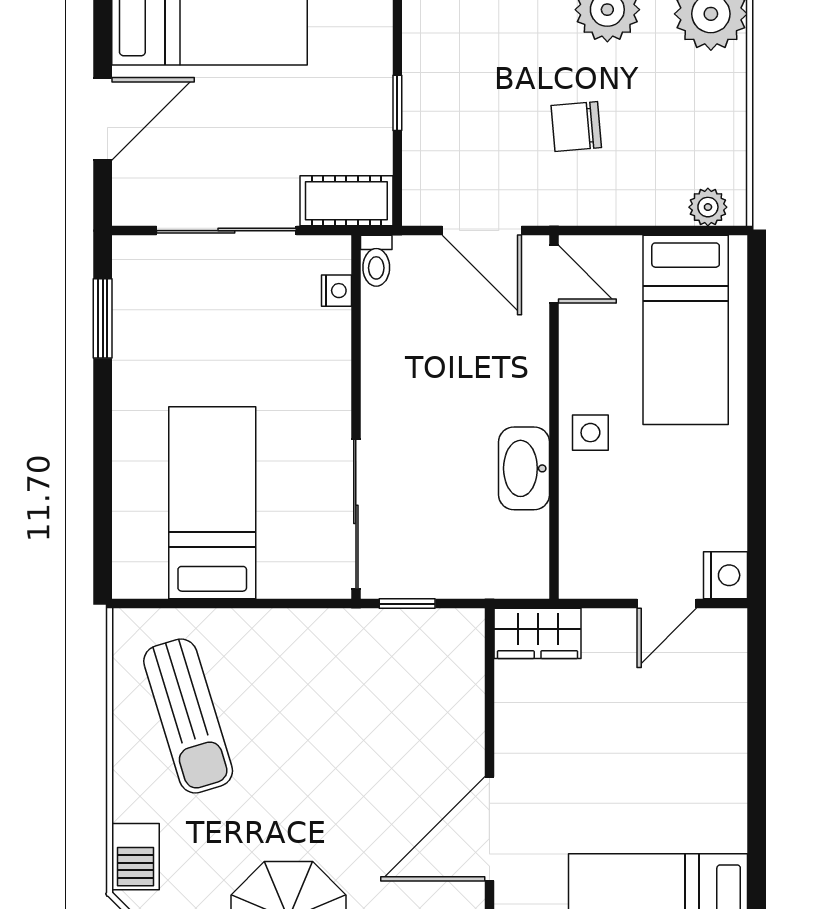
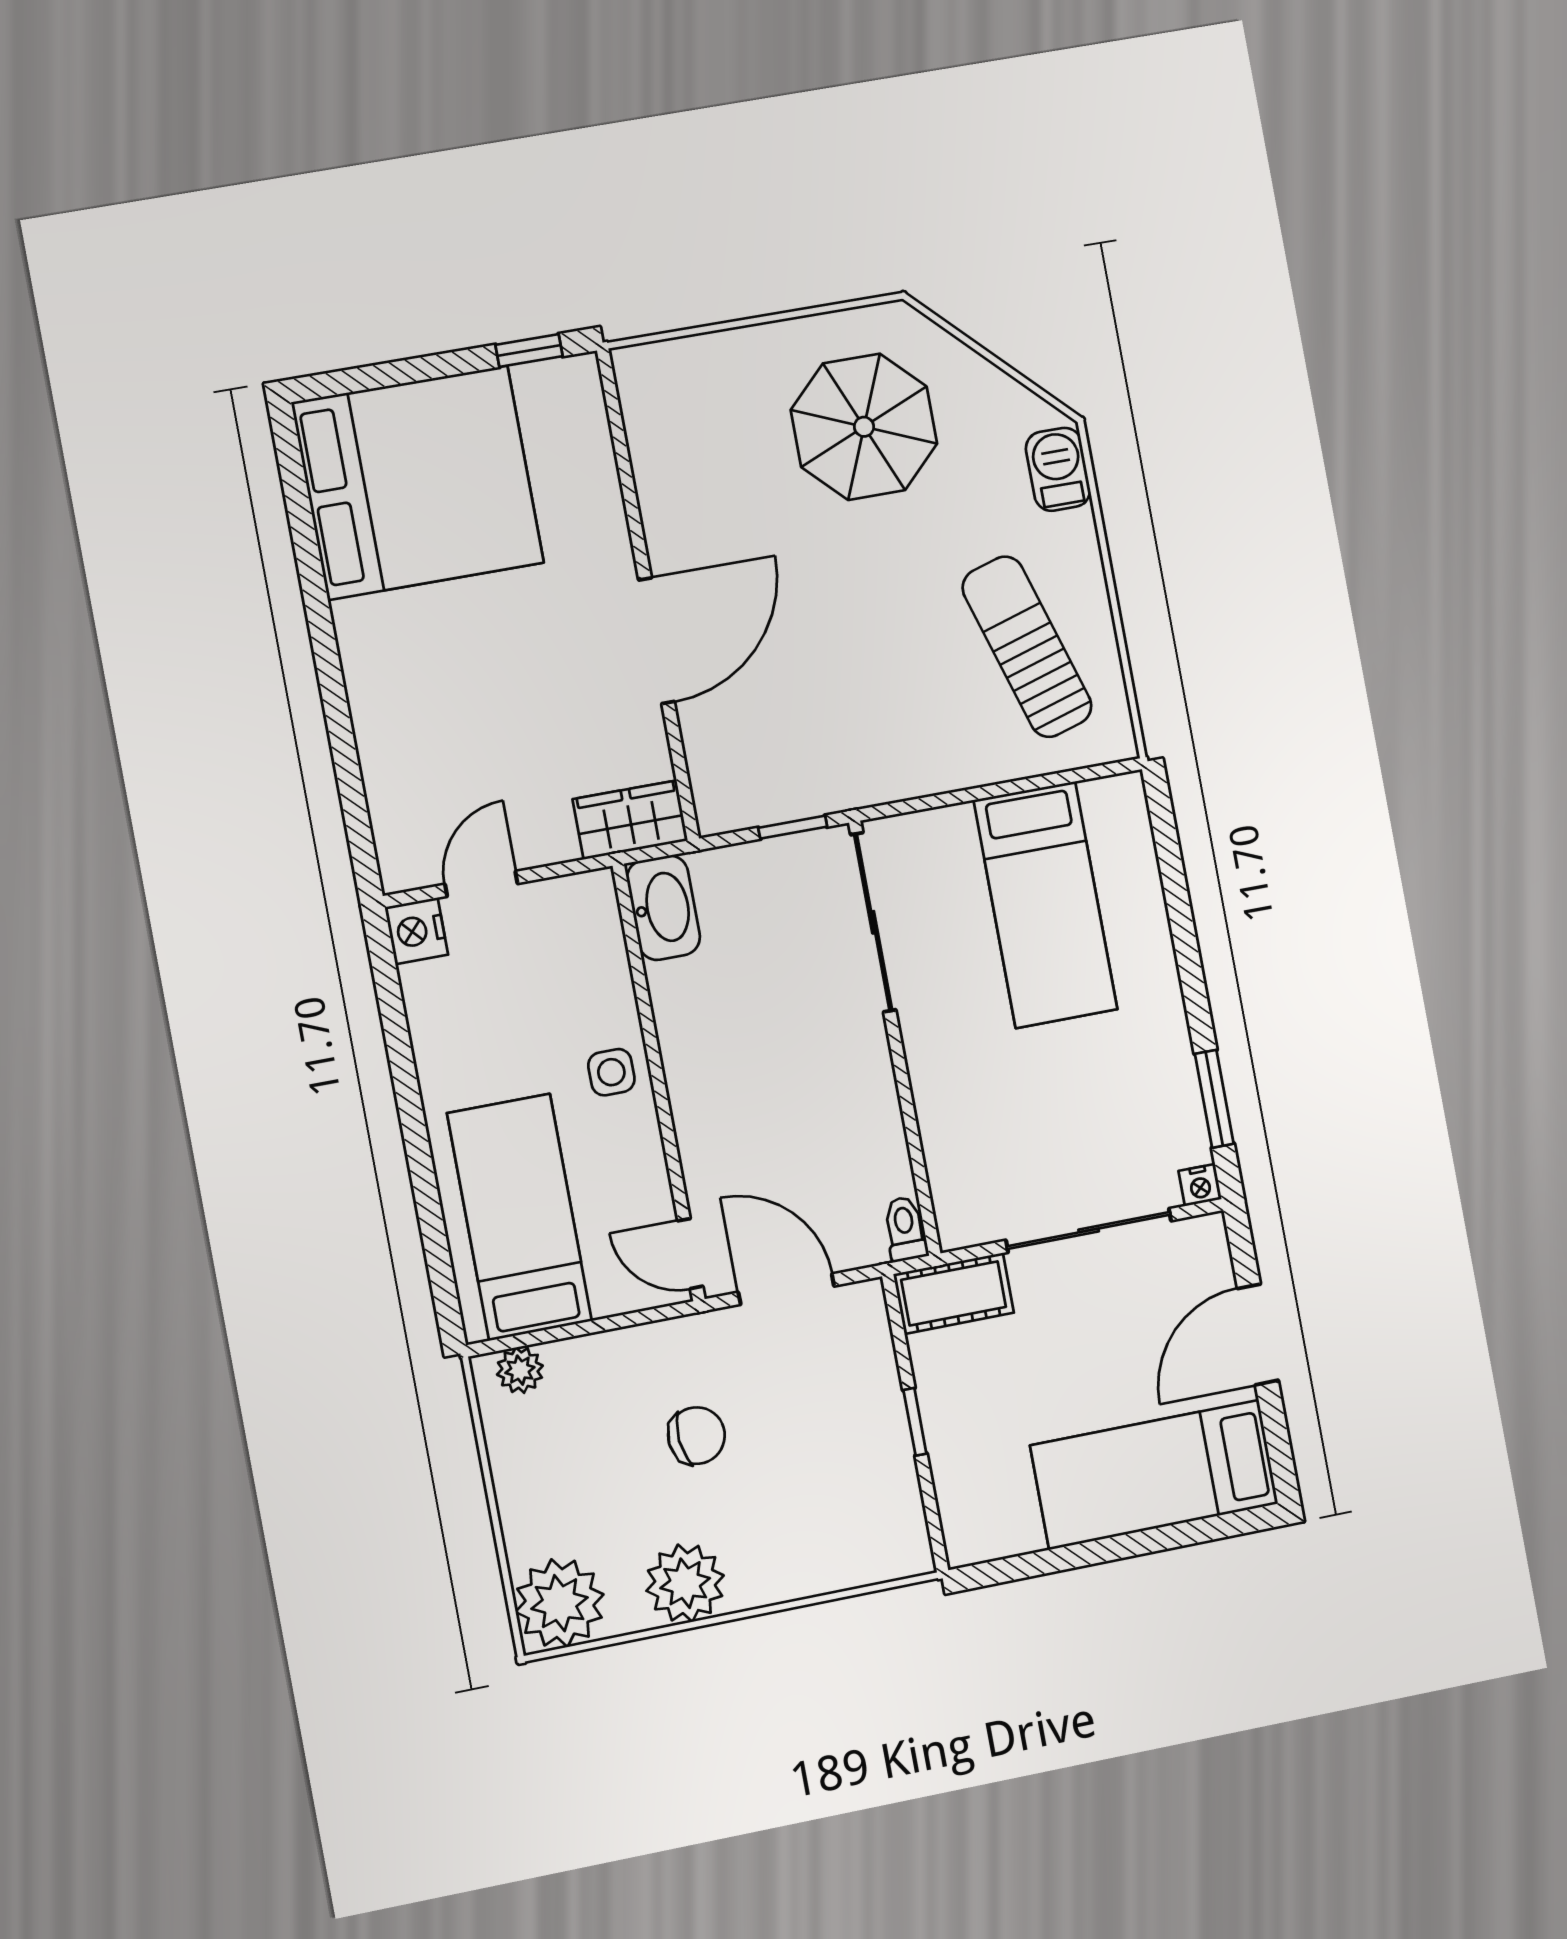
nightstand: (336, 291) -> (1200, 1185), moved, turned -90
washbasin: (524, 468) -> (663, 908), moved
door: (489, 829) -> (657, 641), moved

